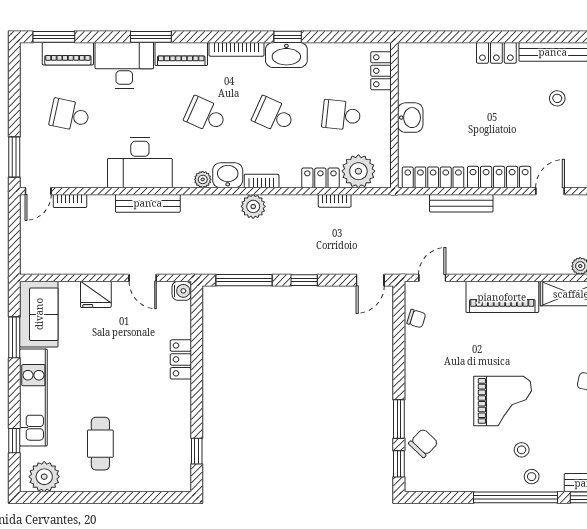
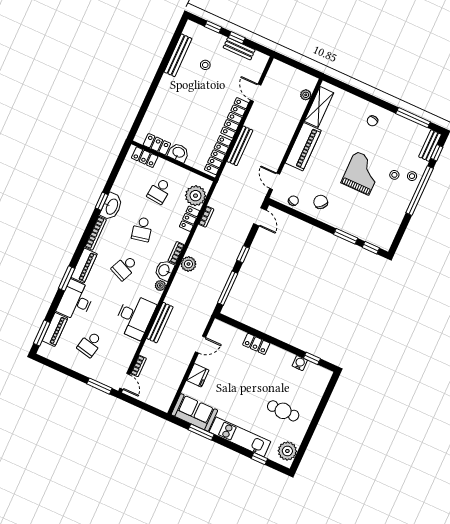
locker: (496, 53) -> (157, 144), moved, turned -90
school desk: (273, 115) -> (142, 229), turned -36
water cooler: (182, 291) -> (300, 363), moved
chair: (423, 443) -> (321, 202), moved

